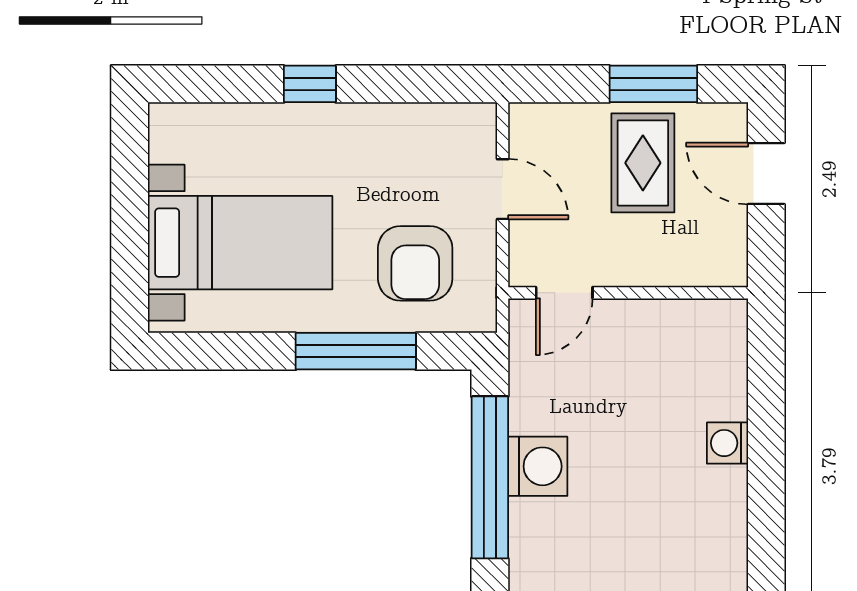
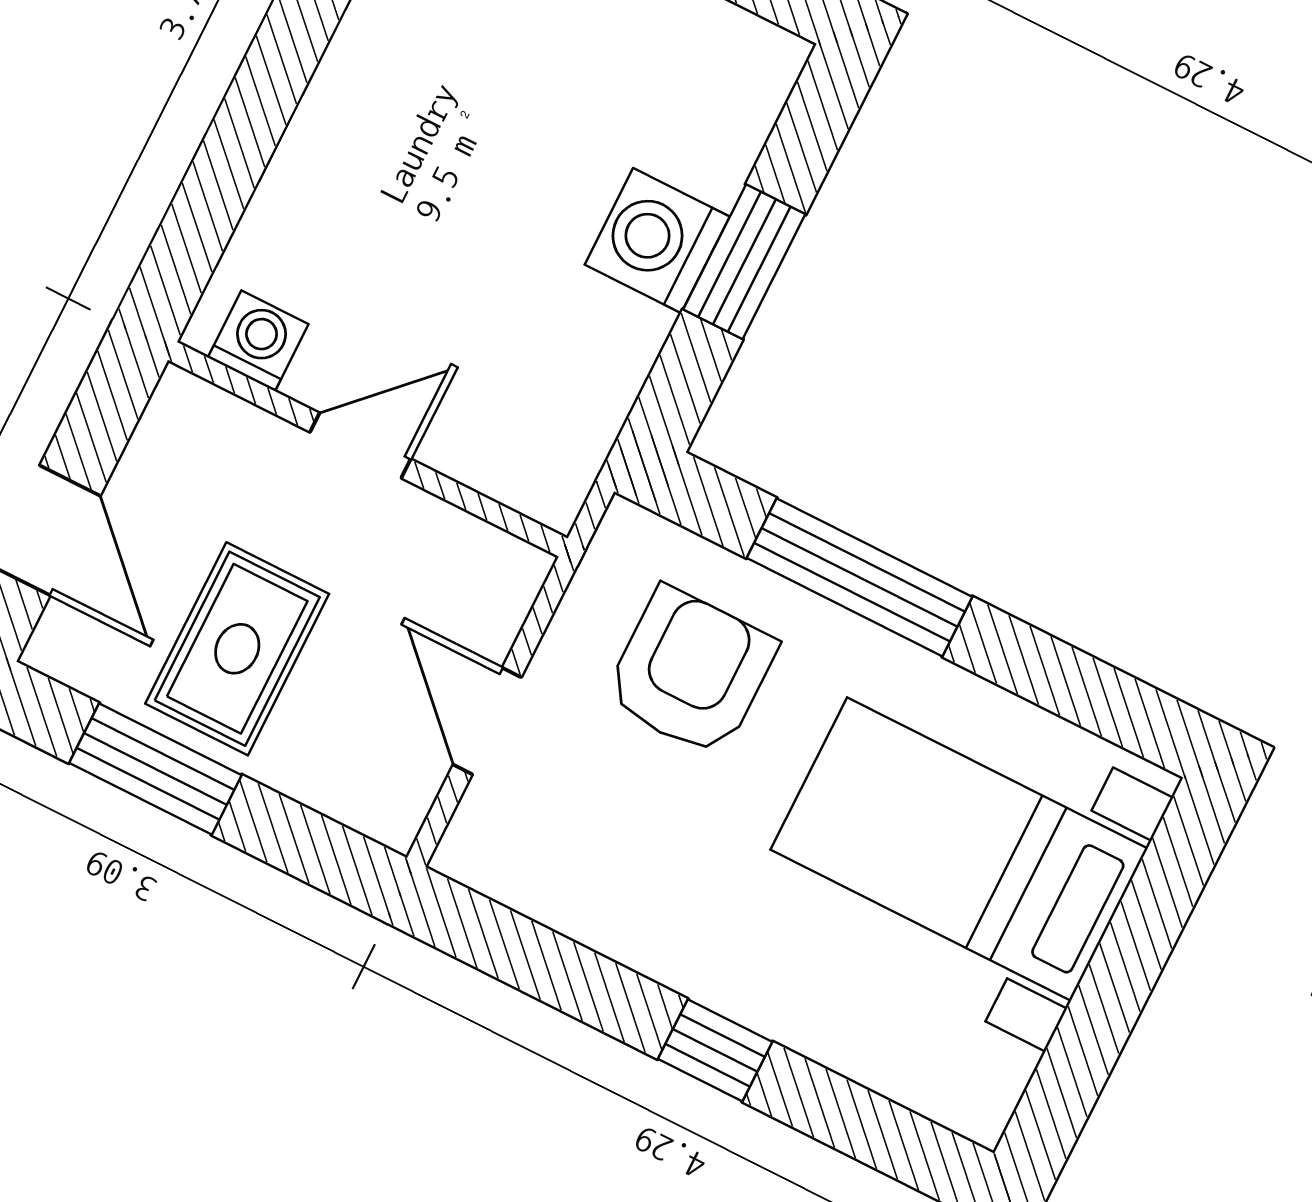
door: (564, 293) -> (360, 446), moved
washing machine: (727, 443) -> (258, 341), moved, turned -90
window: (490, 477) -> (744, 262), width x0.47

